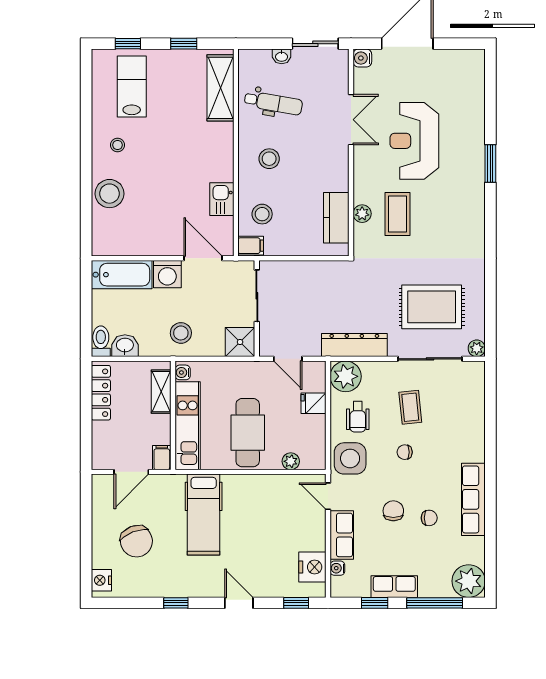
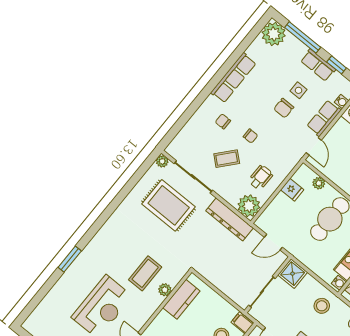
door: (288, 359) -> (273, 242), swing flipped
fridge: (313, 403) -> (292, 190), moved
coffee table: (410, 407) -> (227, 159), turned 47
side table: (350, 458) -> (299, 90), moved, width x0.54, depth x0.54
chair: (429, 518) -> (223, 121), moved

